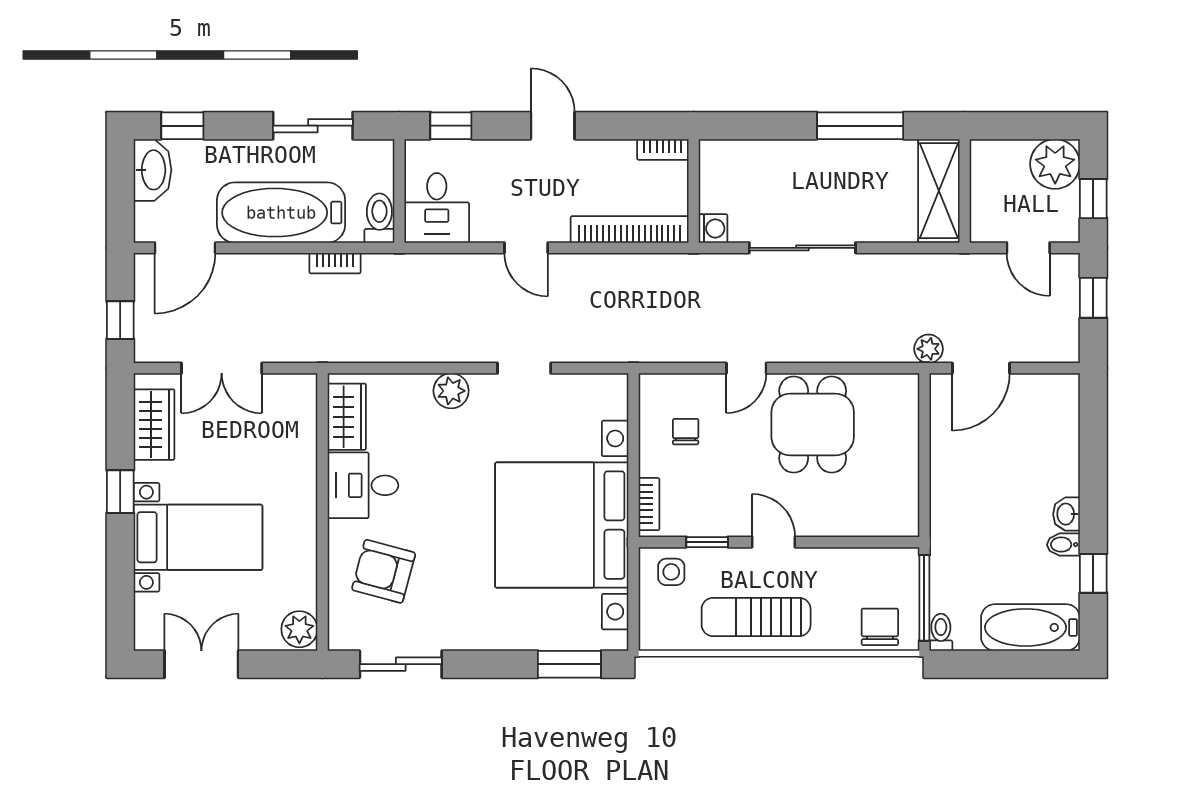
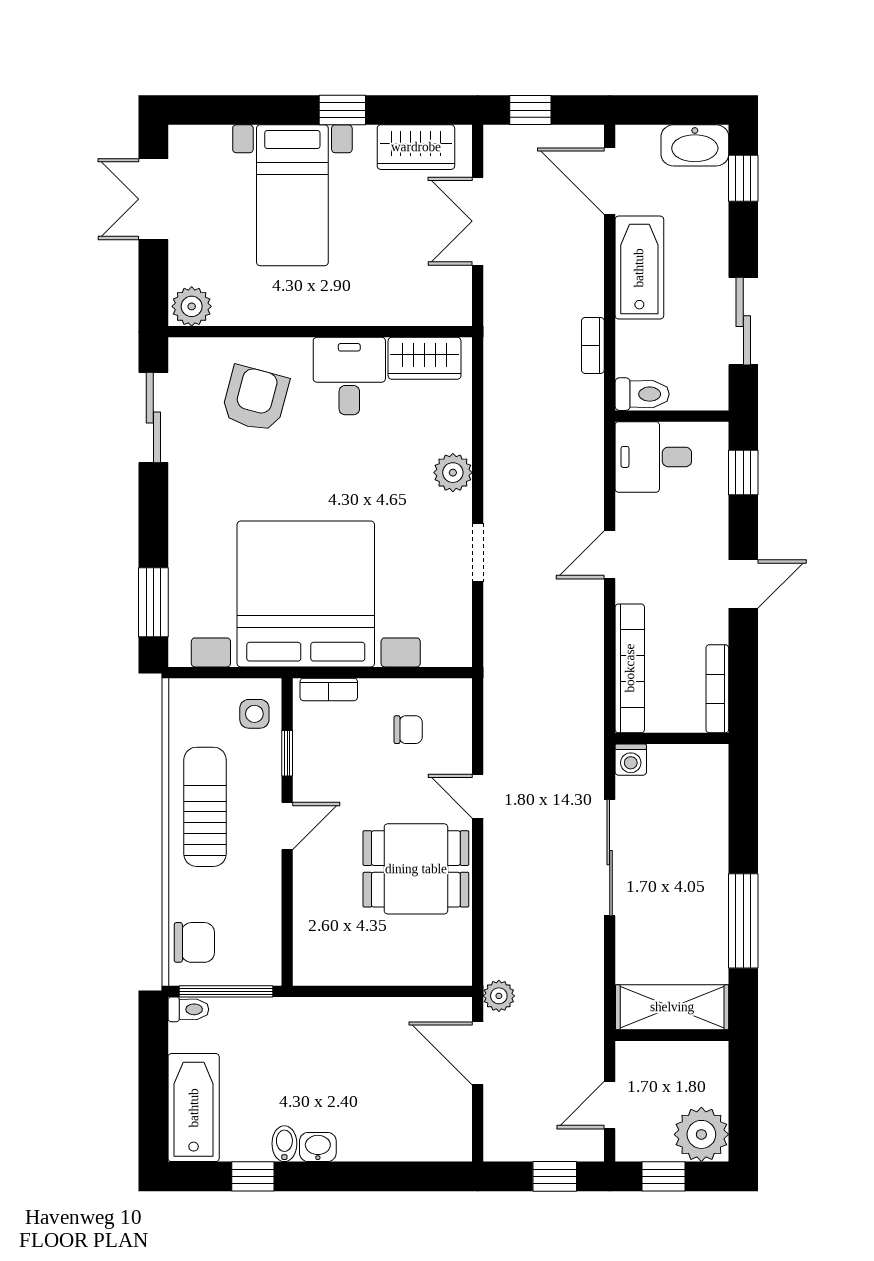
bookcase: (663, 149) -> (717, 689), width x1.56
bathtub: (281, 213) -> (639, 268), width x0.73, depth x0.73
double door: (201, 664) -> (153, 199), swing flipped

